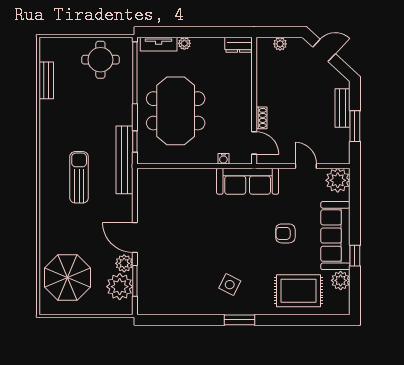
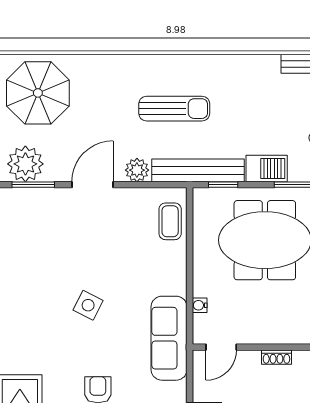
barbecue: (123, 110) -> (267, 169), added
shoe rack: (261, 118) -> (276, 357), moved
coffee table: (162, 180) -> (170, 221), added
plant: (124, 263) -> (137, 170), moved
side table: (230, 285) -> (88, 305), moved

